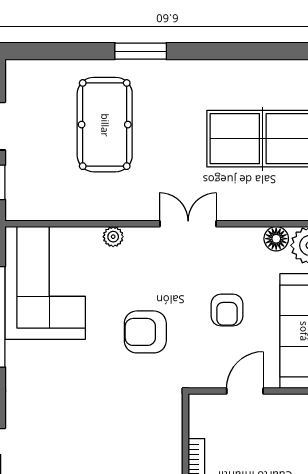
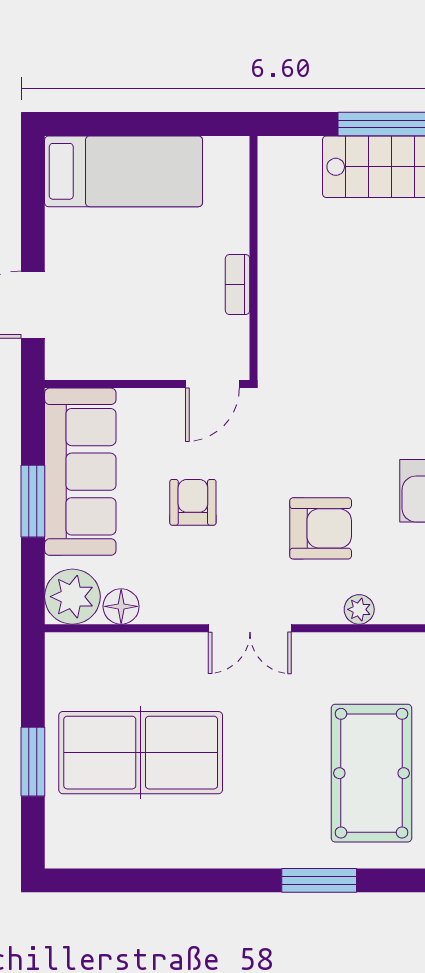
armchair: (145, 332) -> (321, 528), moved
door: (245, 391) -> (212, 384), moved

